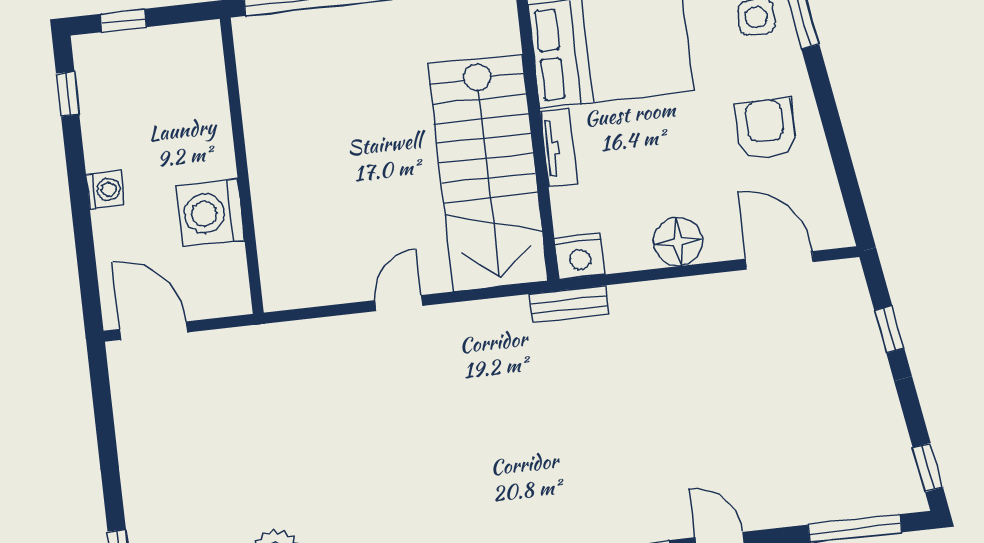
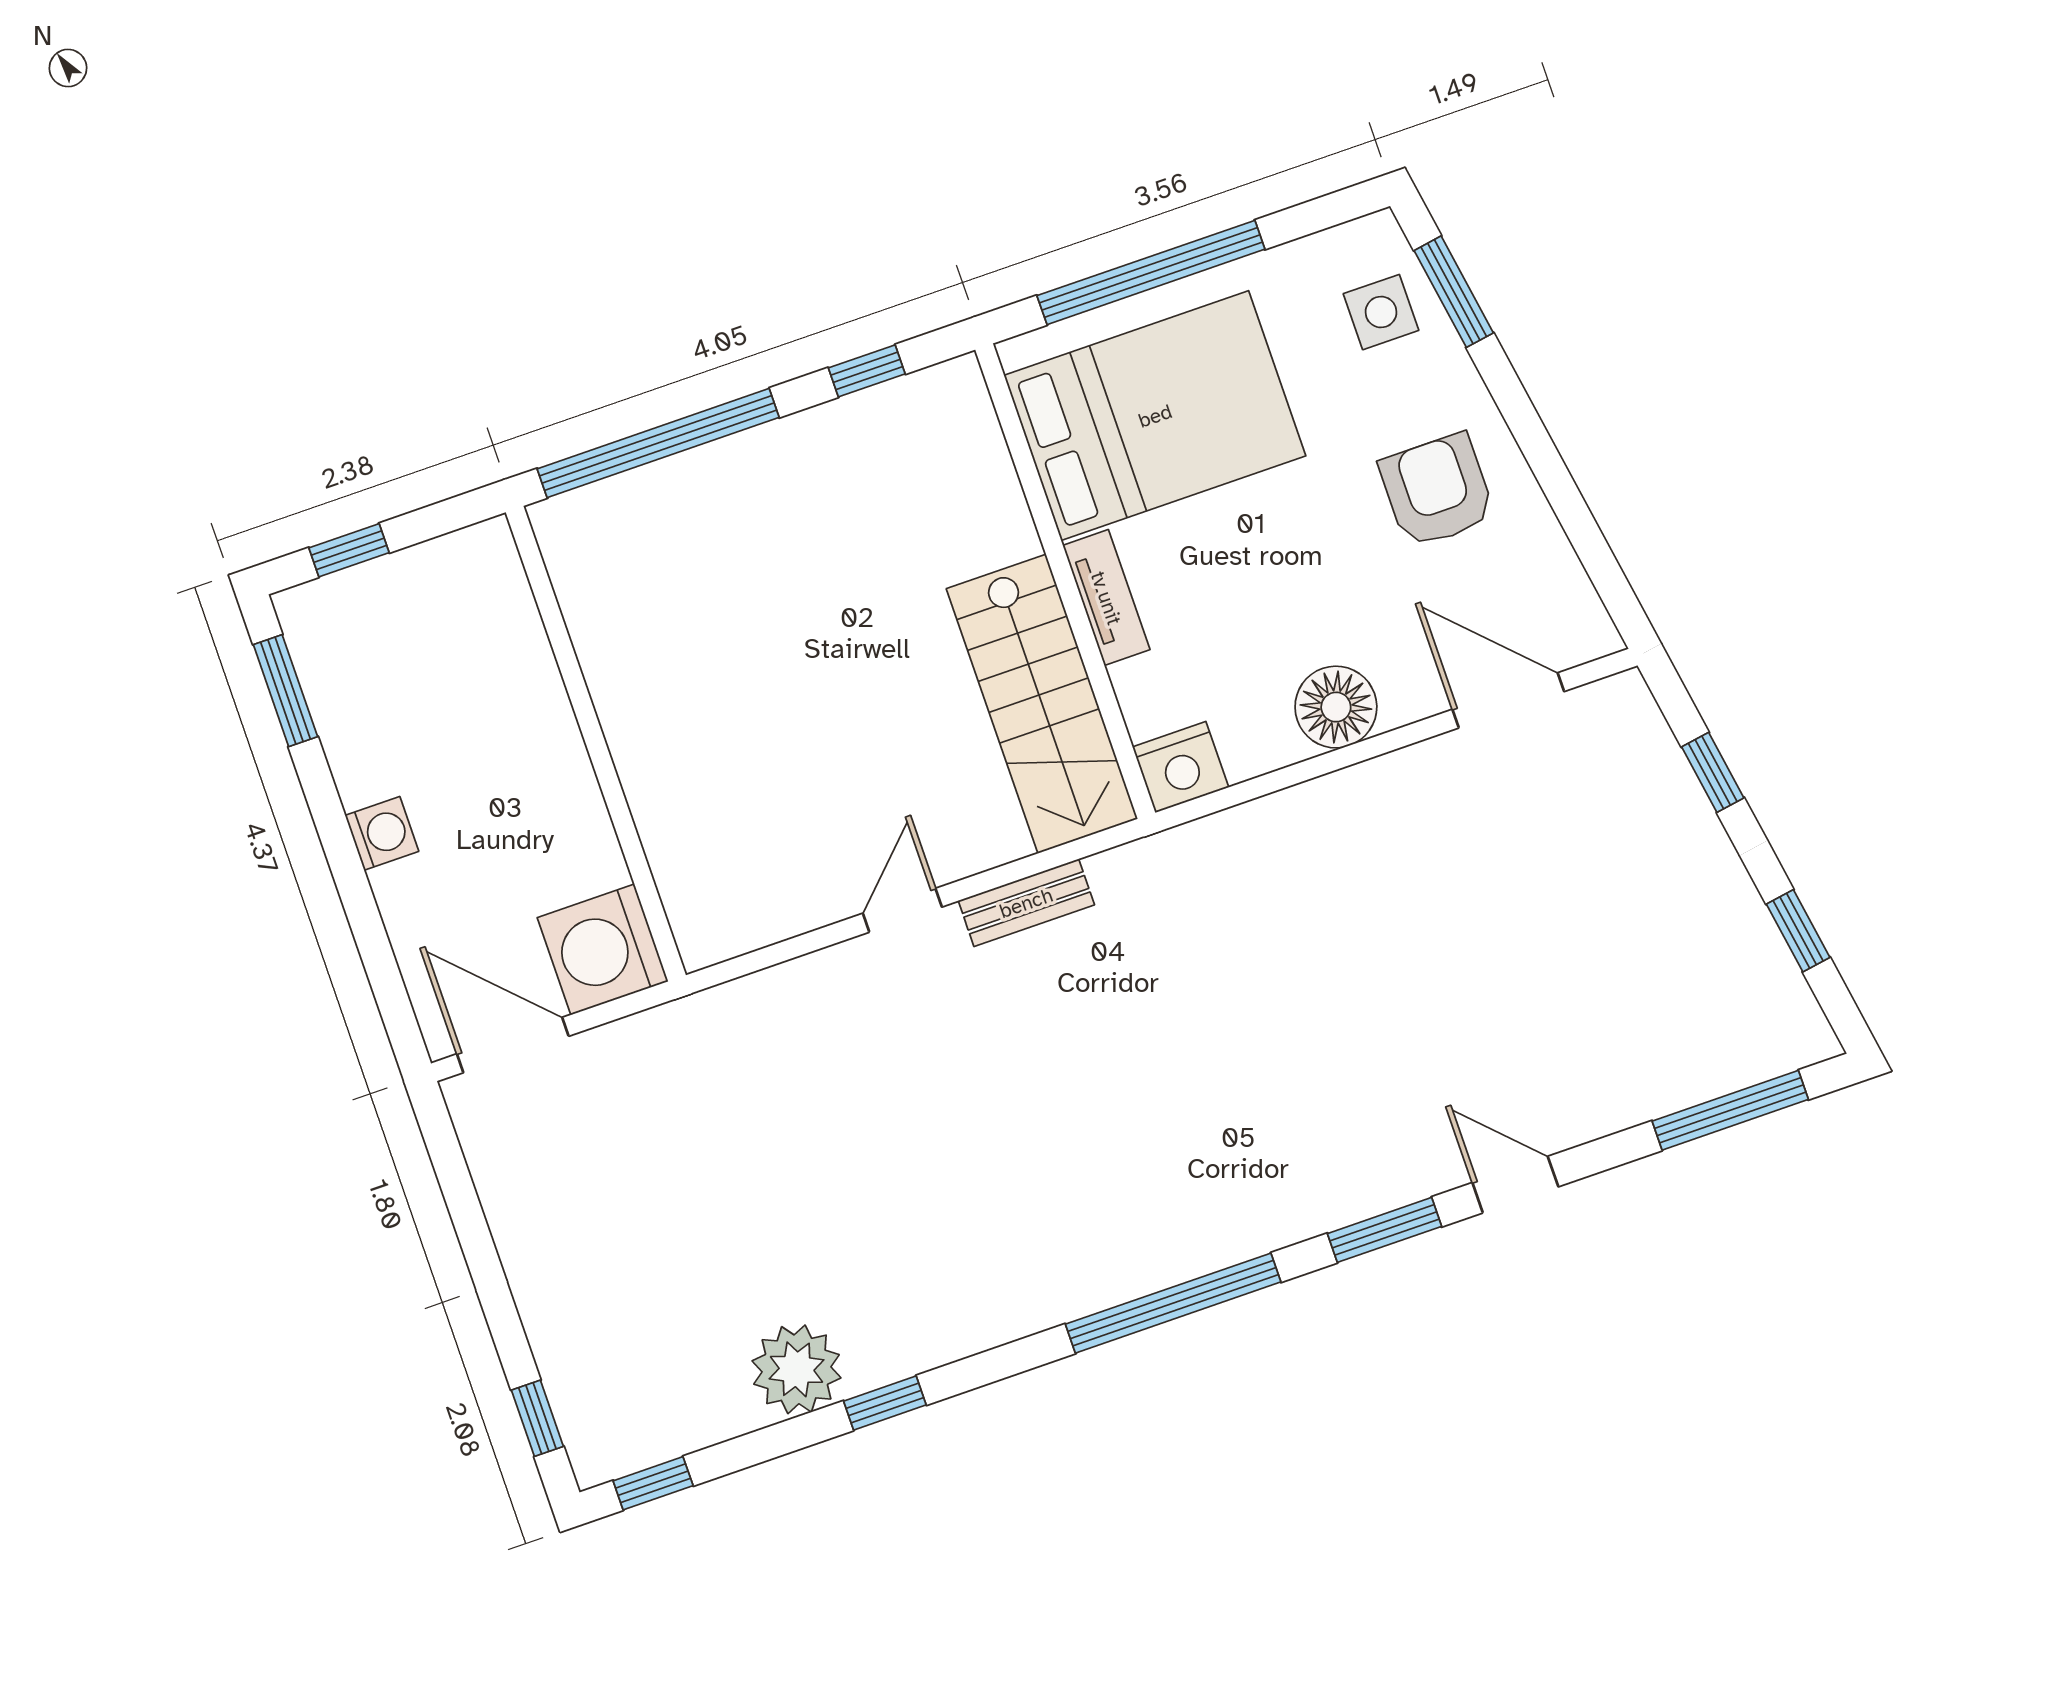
window: (68, 94) -> (285, 691), width x1.50
stairs: (488, 173) -> (1042, 704), width x0.73, depth x0.66
washing machine: (210, 213) -> (603, 950), moved
bench: (569, 304) -> (1026, 903), moved
window: (928, 468) -> (1798, 931), moved

